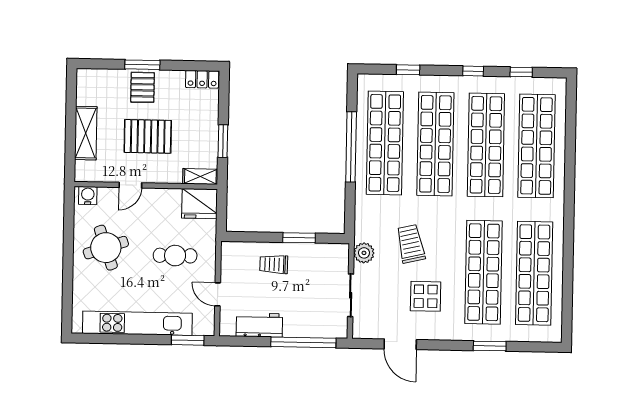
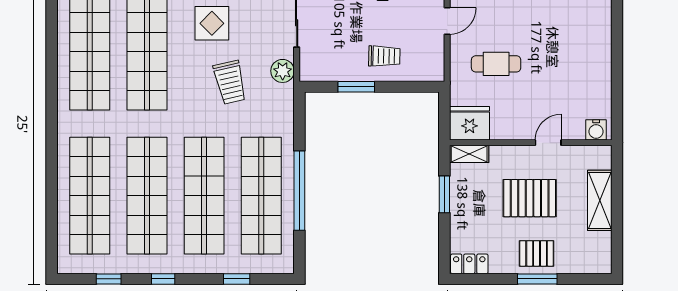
pallet: (143, 87) -> (537, 253), turned 90
round table: (106, 248) -> (575, 71), removed
door: (218, 294) -> (447, 21), hinge flipped

